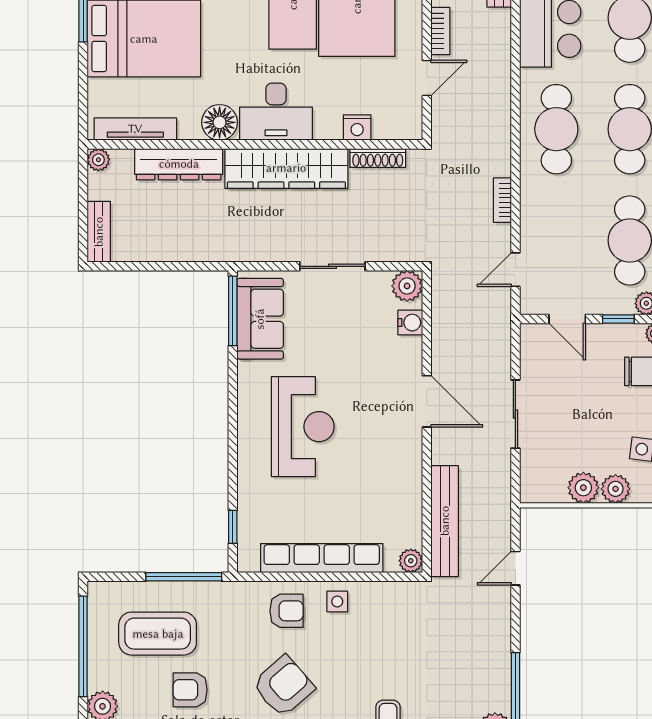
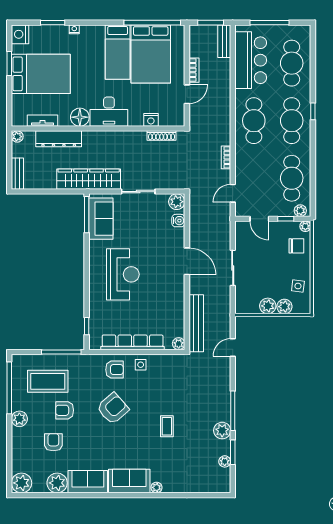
tv unit: (135, 129) -> (42, 121), width x0.71
wardrobe: (286, 168) -> (89, 179), moved, turned 180

